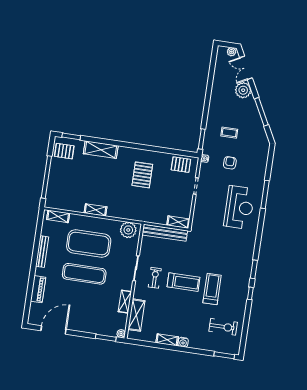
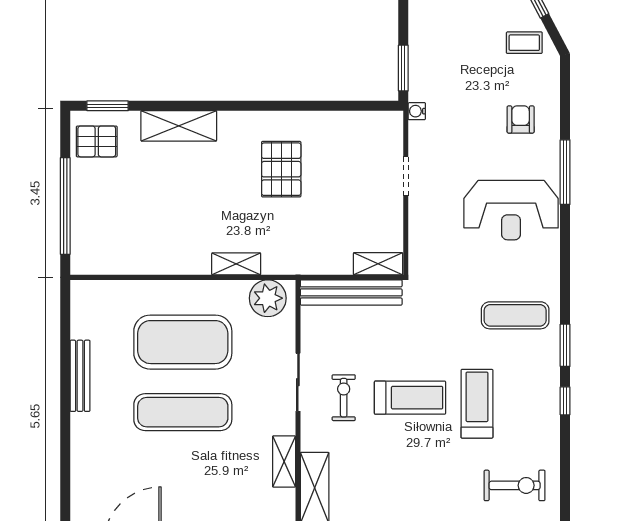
coffee table: (229, 133) -> (524, 43), moved
armchair: (230, 163) -> (521, 119), moved
pallet: (181, 165) -> (365, 133), removed
reception desk: (239, 207) -> (511, 210), turned 90
shelving: (95, 210) -> (236, 264), moved
shelving: (58, 216) -> (105, 291), removed
exercise mat: (234, 253) -> (515, 315), added
piano: (38, 289) -> (83, 462), removed

